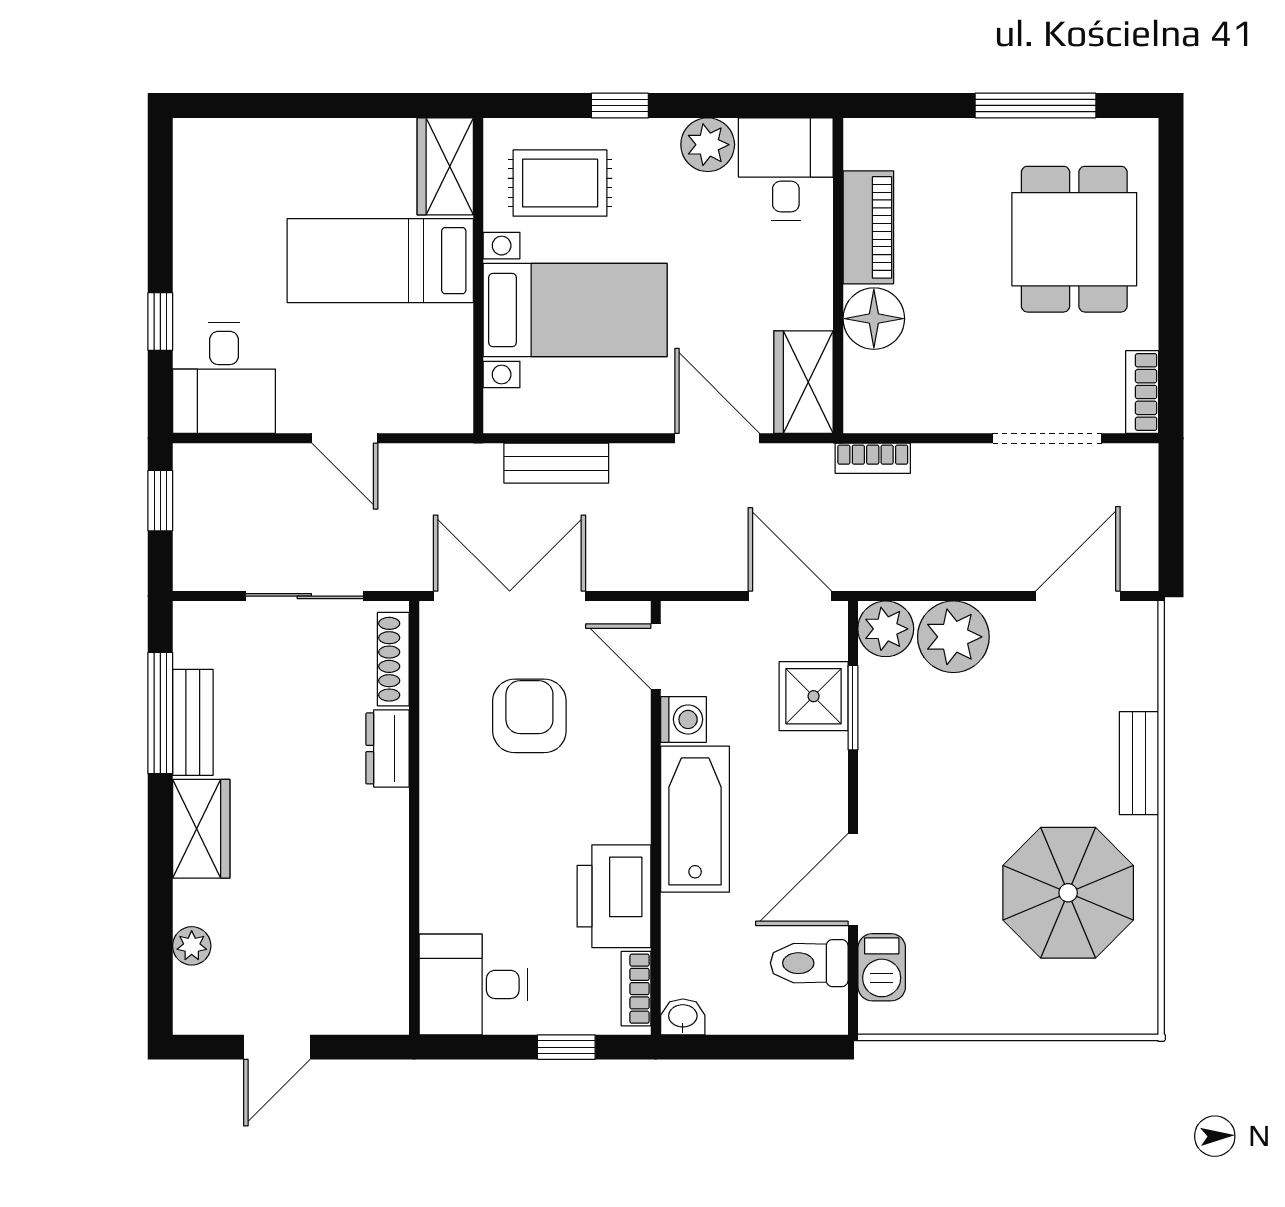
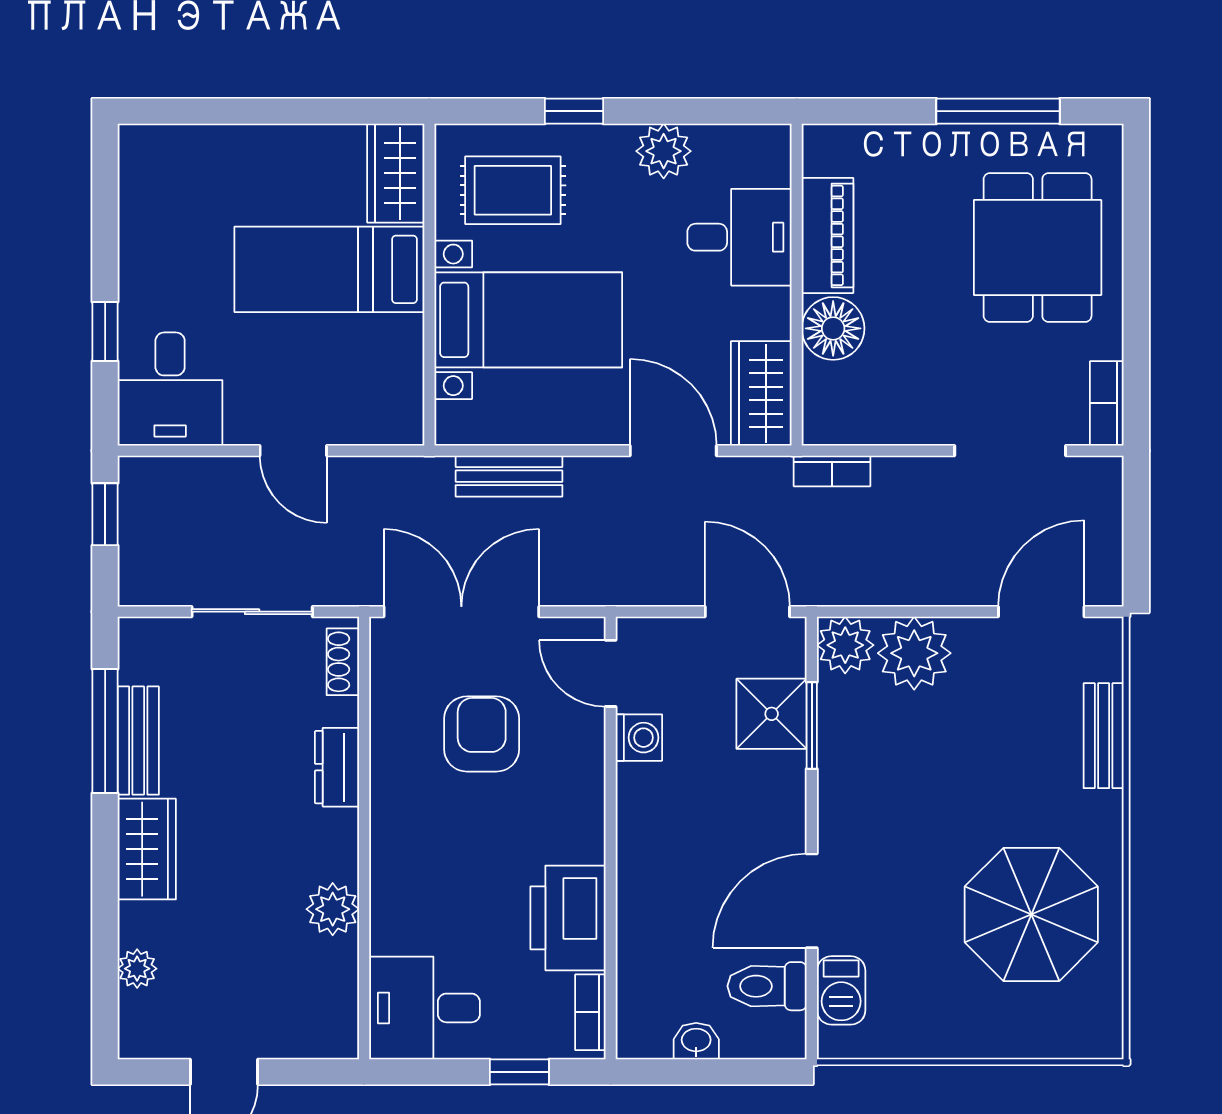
desk: (786, 169) -> (740, 237), moved, turned 90
shoe rack: (393, 659) -> (343, 662), width x0.70
bench: (1139, 763) -> (1104, 736), moved
bathtub: (695, 819) -> (651, 839), removed
plant: (383, 888) -> (333, 909), added
washbasin: (683, 1017) -> (696, 1041), moved

